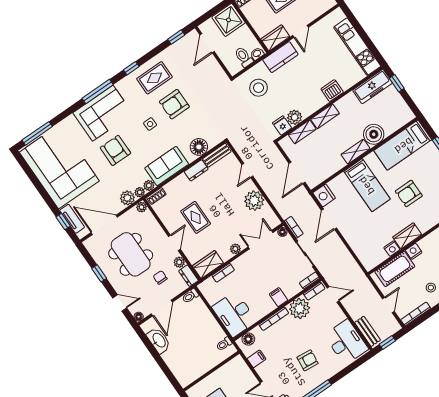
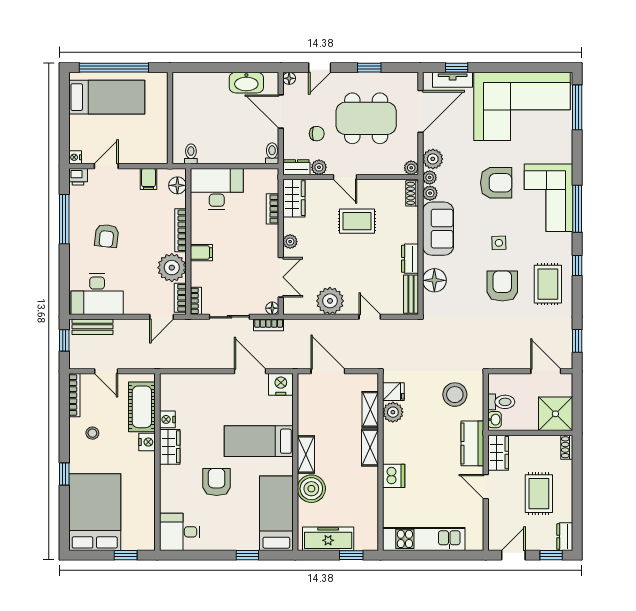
freezer: (373, 87) -> (328, 539), moved, turned 90

